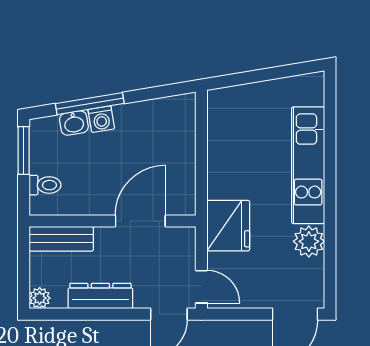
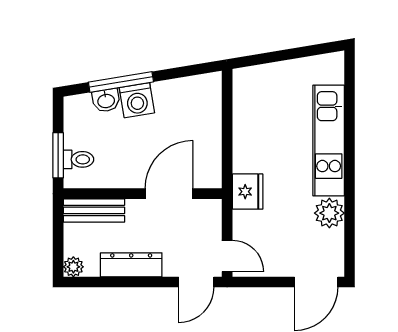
washing machine: (101, 119) -> (137, 100), width x1.38, depth x1.38
window: (24, 151) -> (58, 155), moved
fridge: (228, 226) -> (248, 192), width x0.73, depth x0.75

